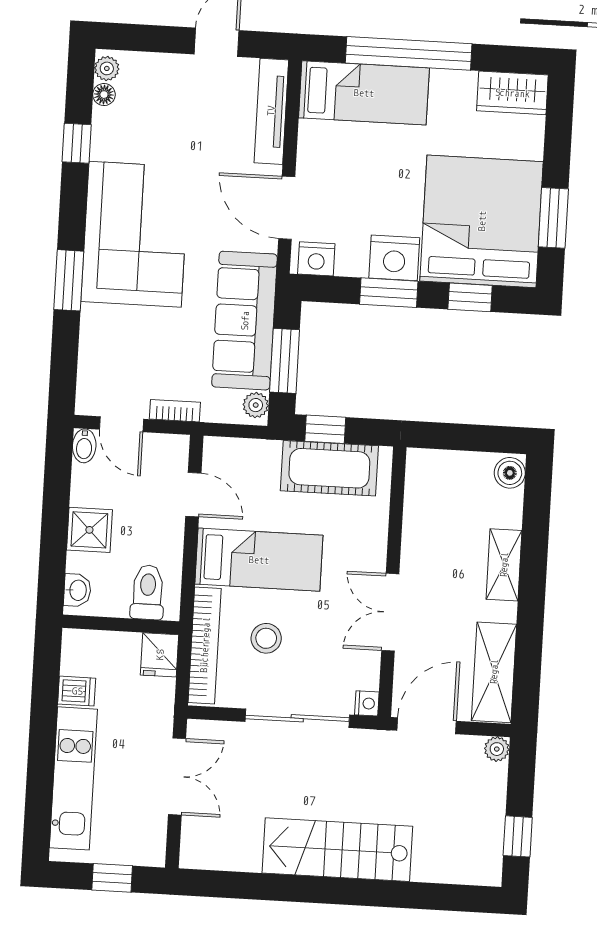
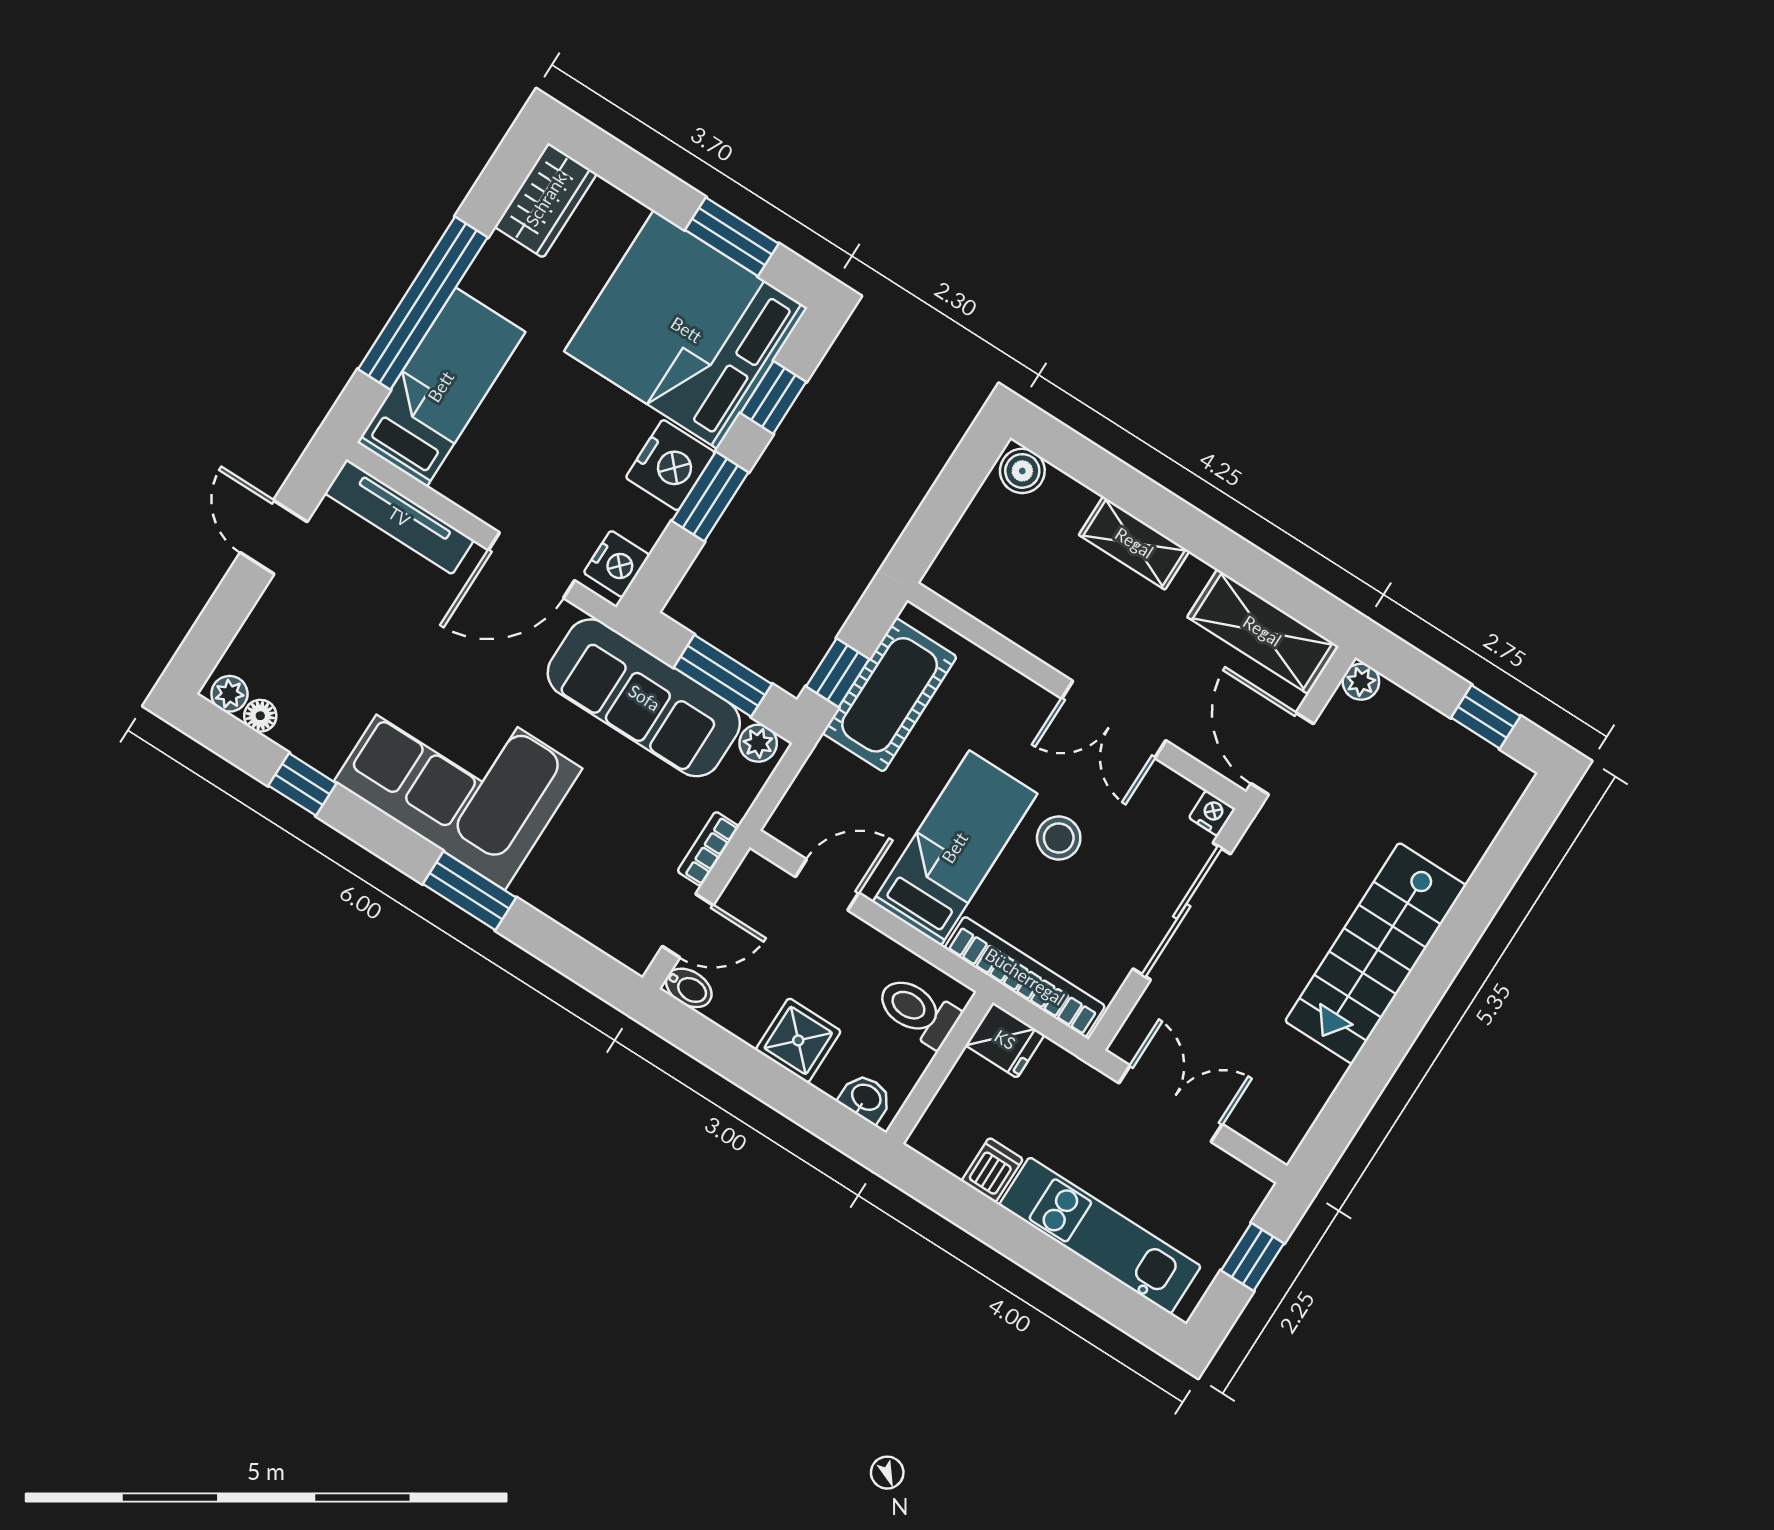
stool: (266, 638) -> (1059, 838), moved

